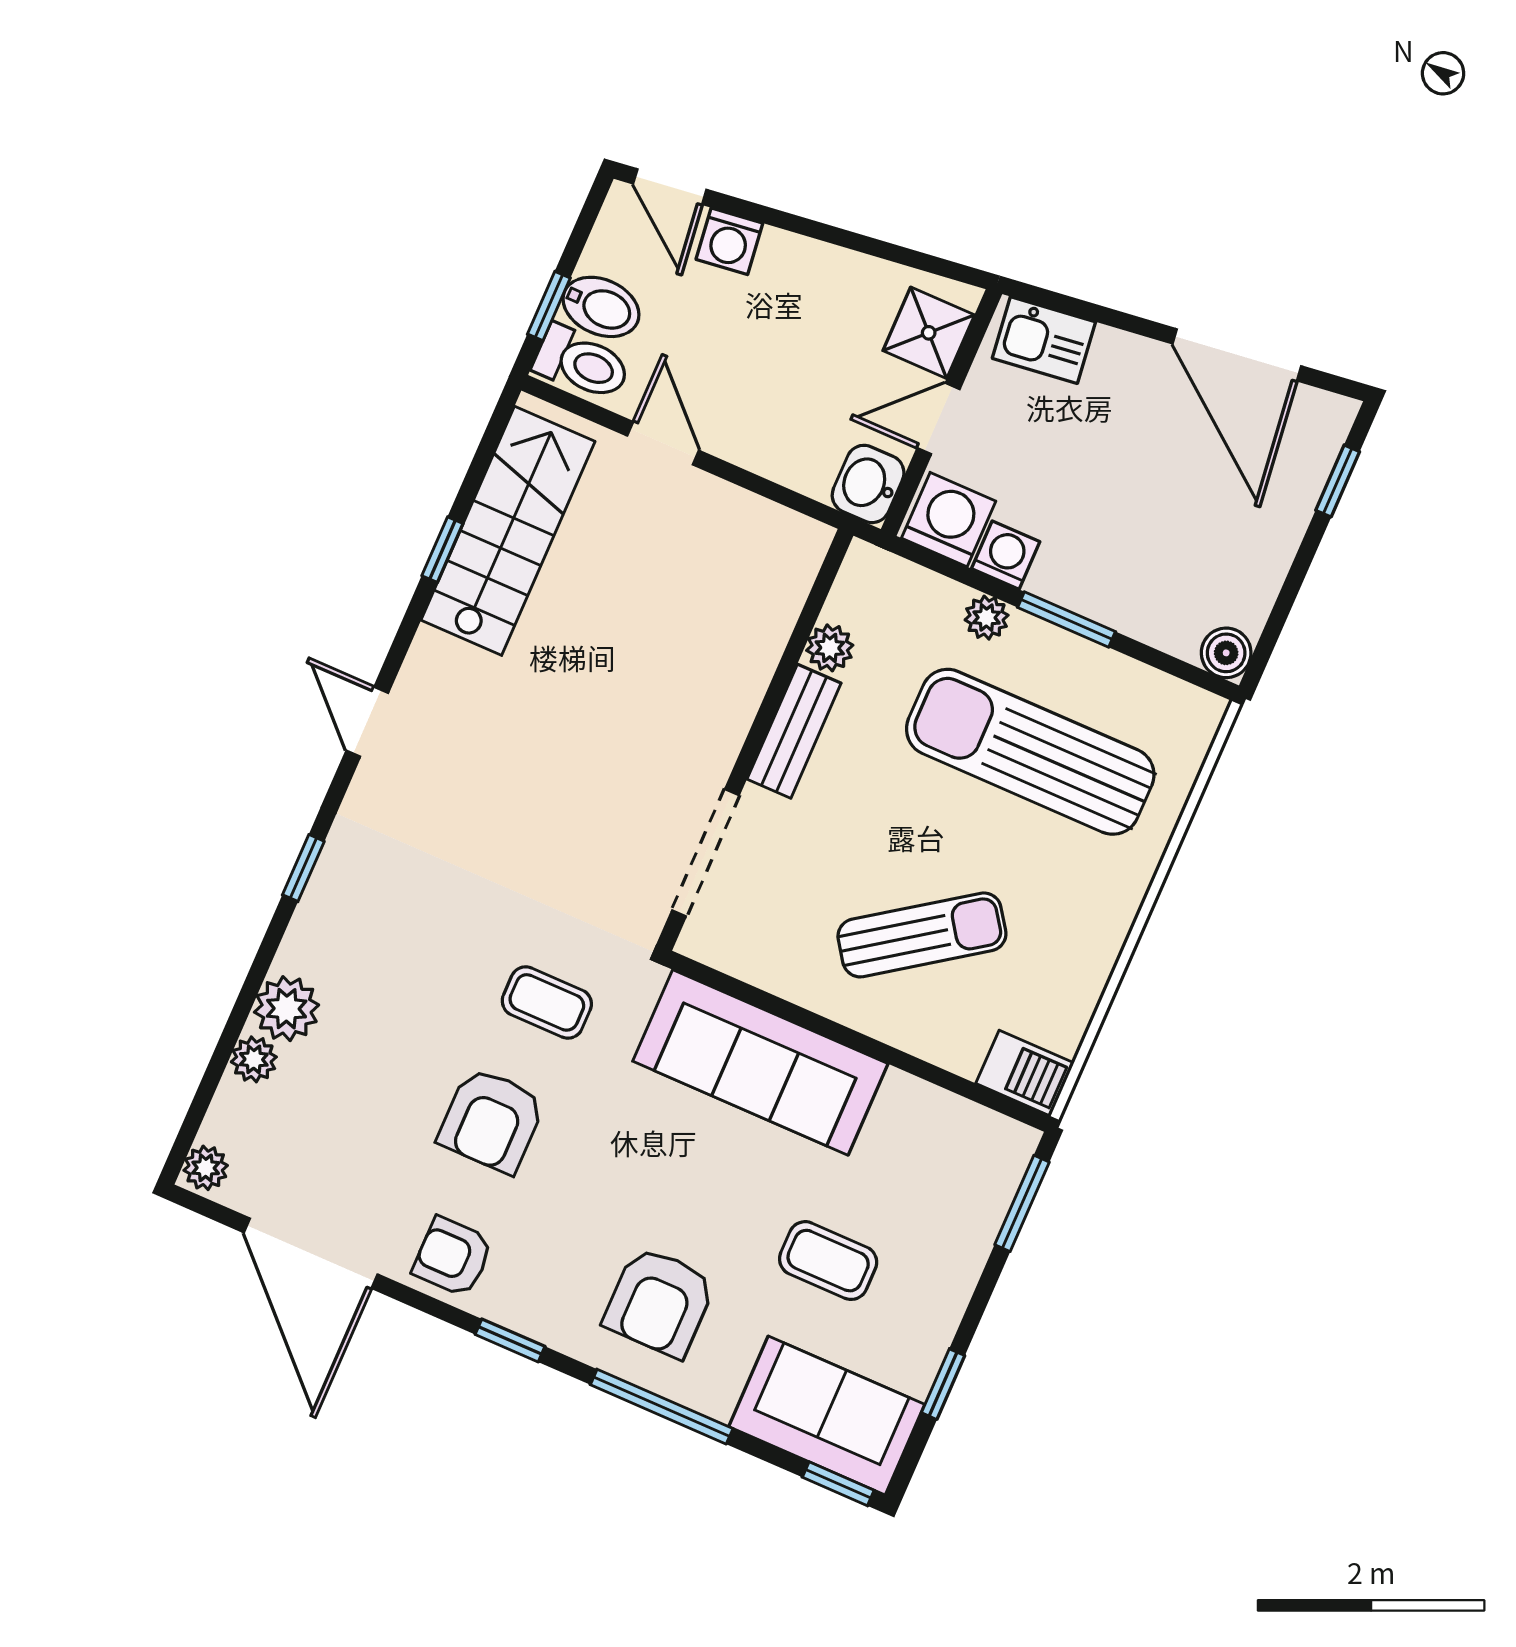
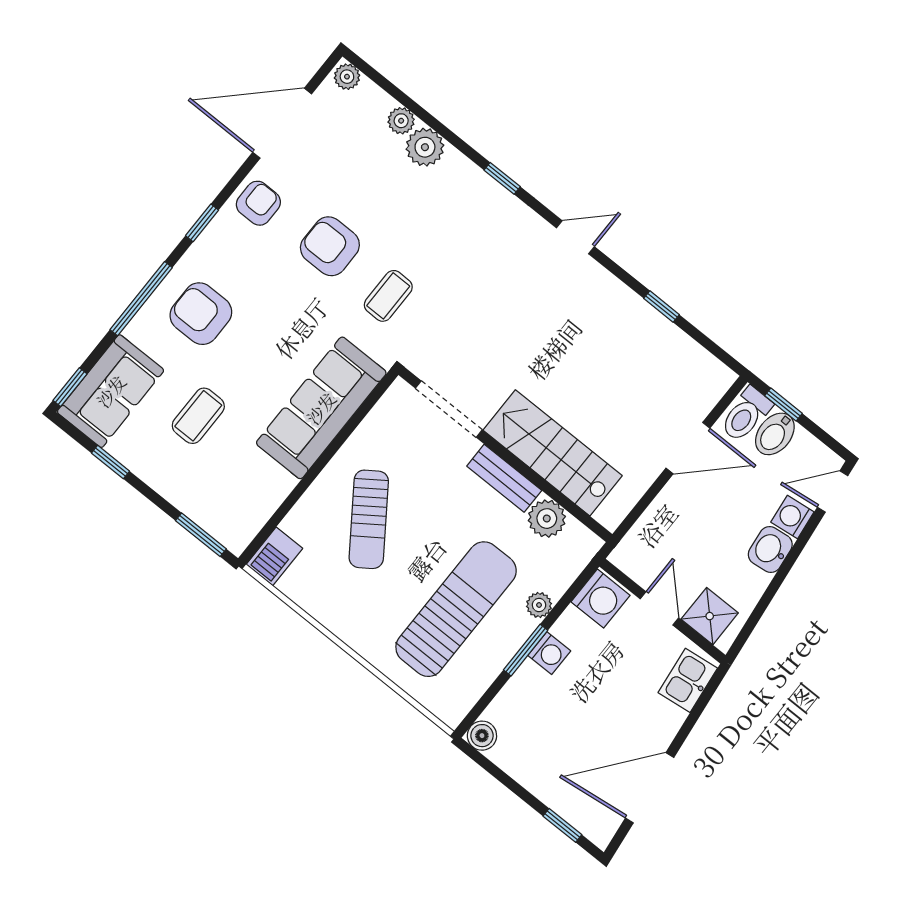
door: (663, 443) -> (688, 448), width x1.37
washbasin: (868, 484) -> (770, 549), moved, turned -97
stairs: (508, 531) -> (553, 453), moved, turned 180
washing machine: (1006, 555) -> (549, 653), moved
plant: (830, 648) -> (547, 519), width x1.38, depth x1.38

